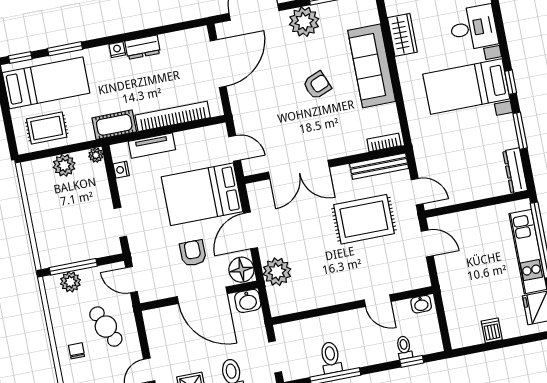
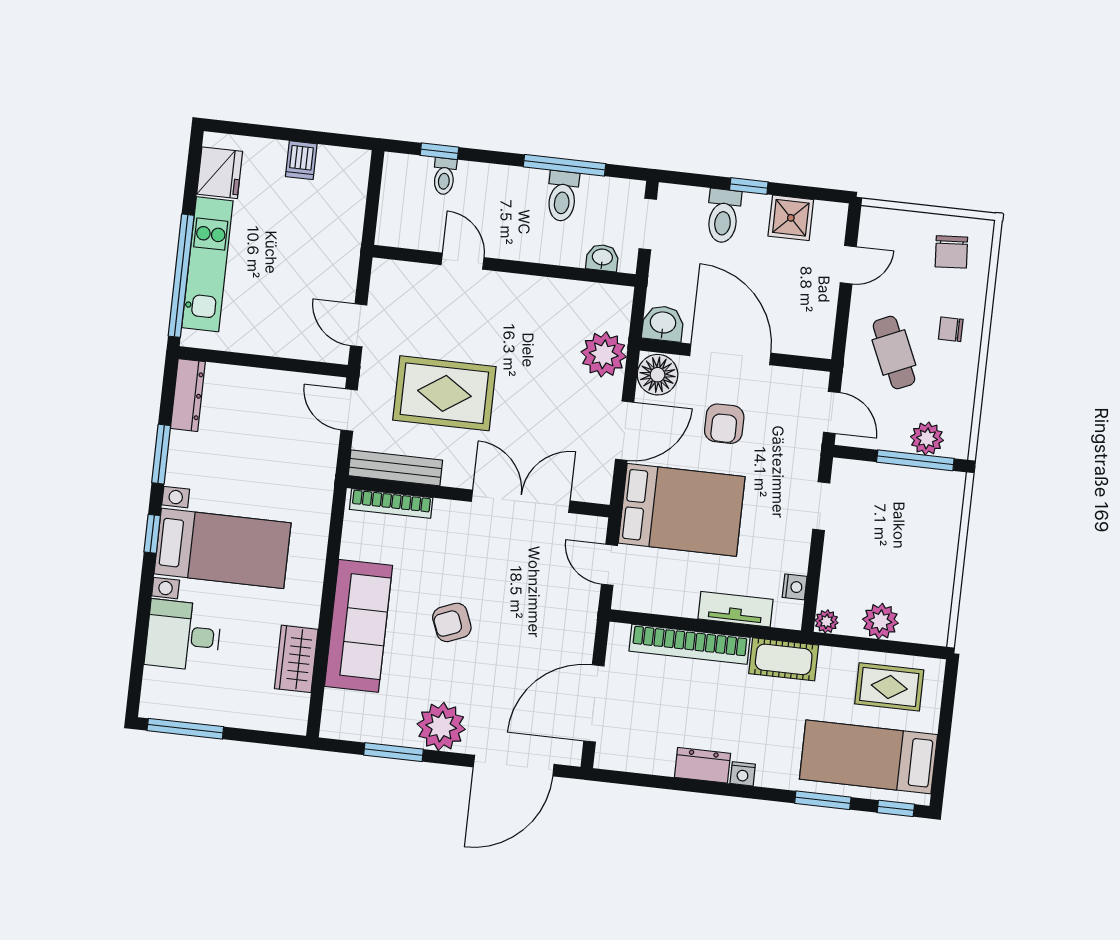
bookcase: (384, 142) -> (391, 504), width x1.56
washbasin: (421, 304) -> (602, 258), moved
chair: (77, 351) -> (951, 329), turned 90

